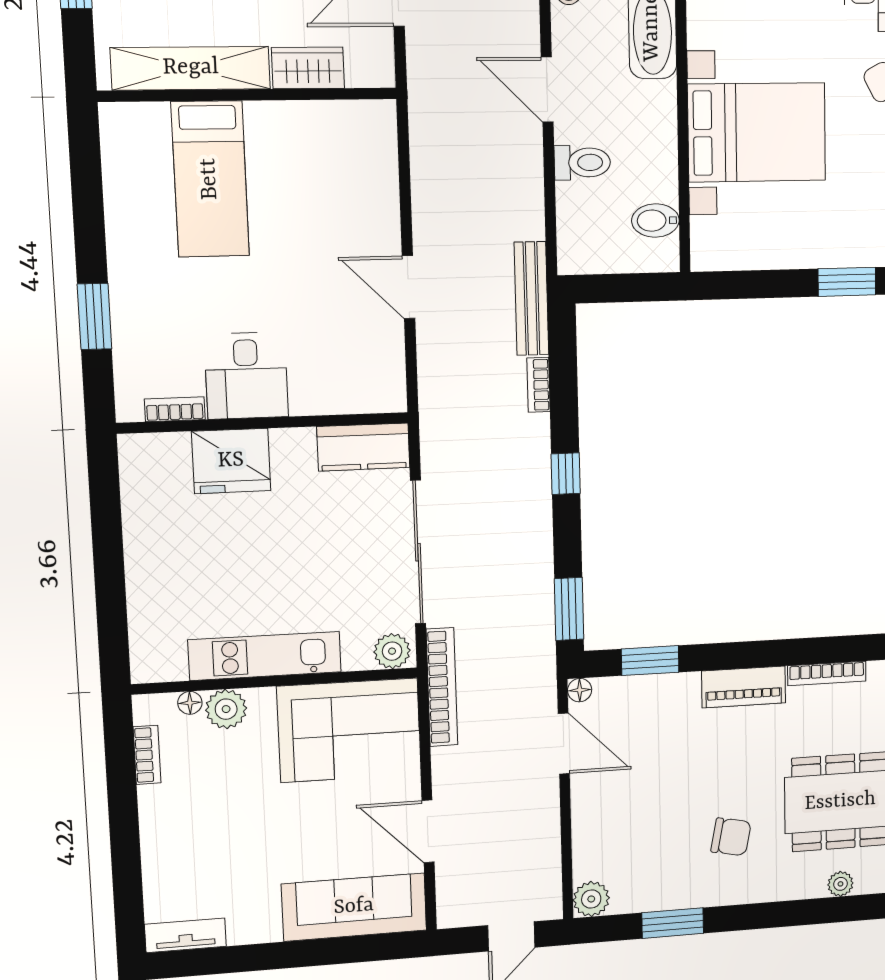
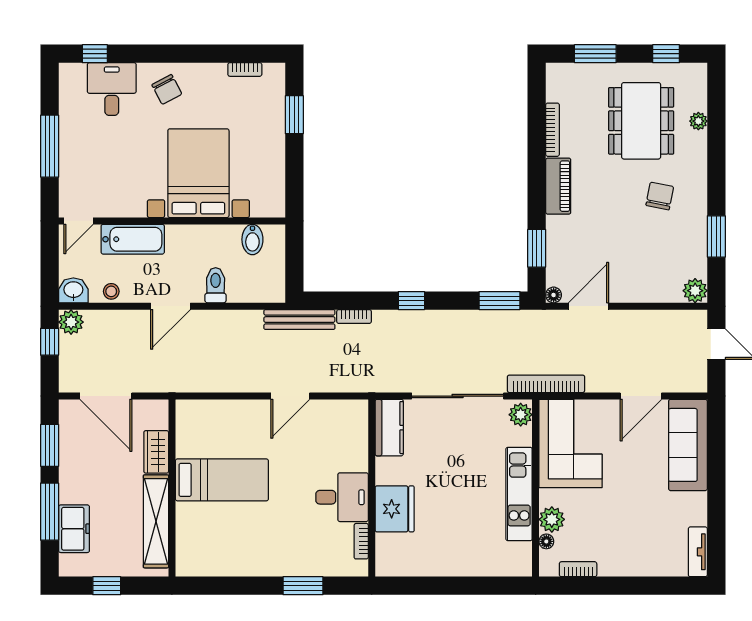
bed: (210, 179) -> (222, 480), moved

